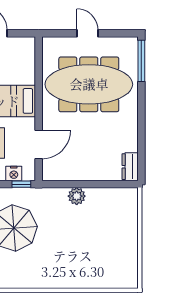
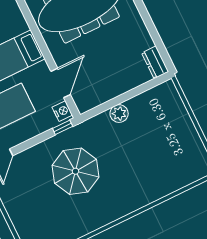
nightstand: (14, 173) -> (62, 111), moved, turned -90

